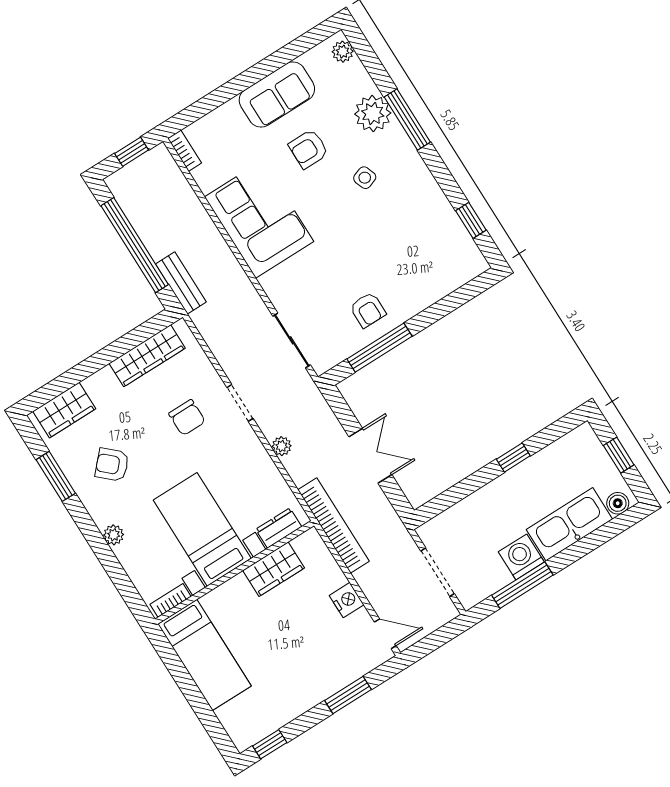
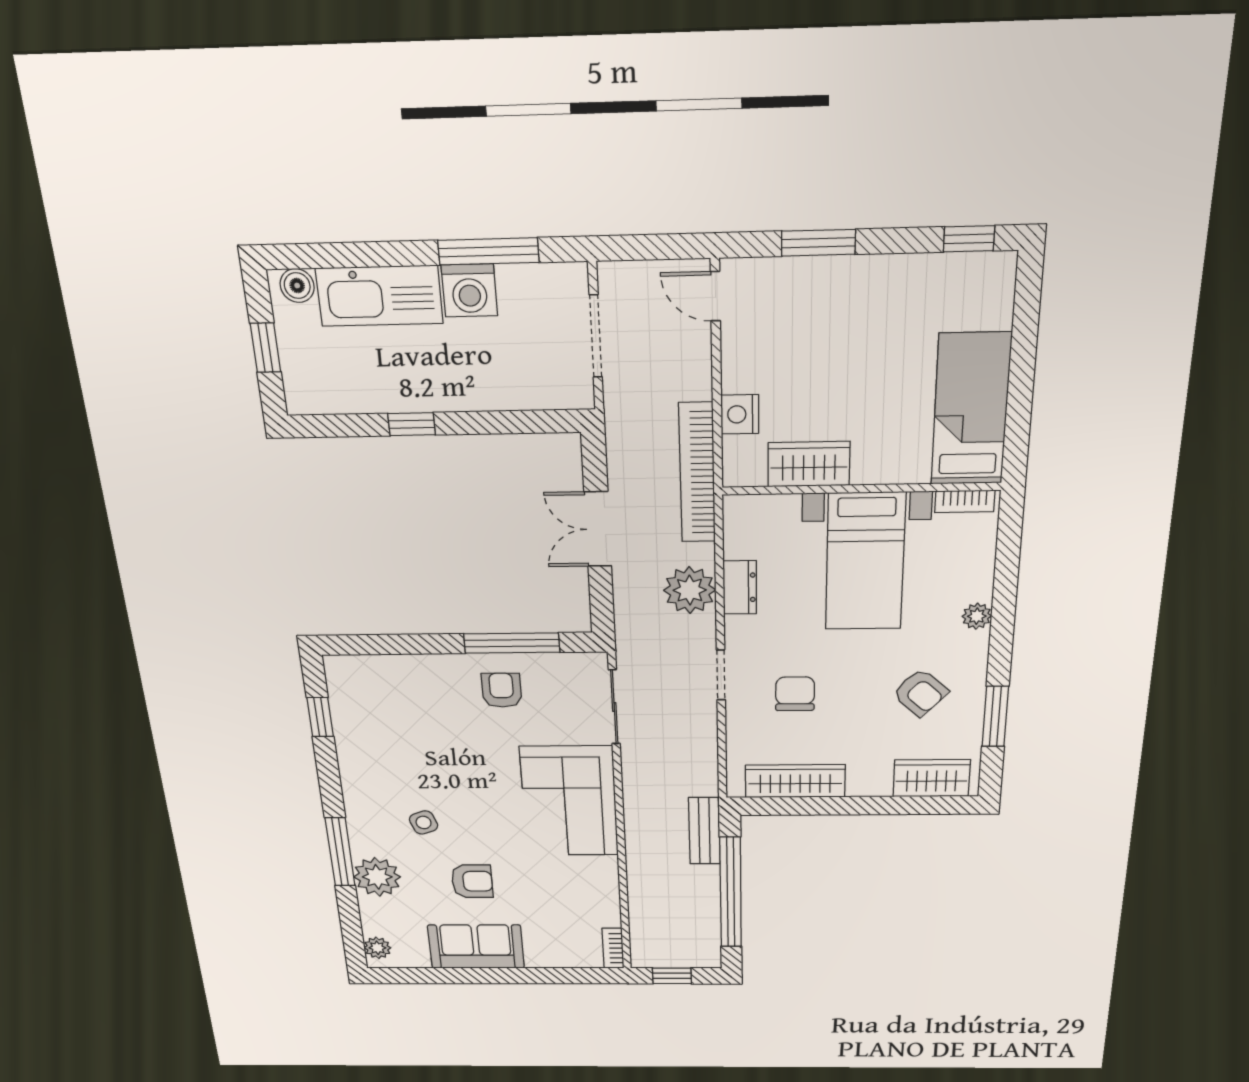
corner sofa: (259, 219) -> (569, 801), moved
plant: (282, 446) -> (690, 590), width x1.88, depth x1.88
dresser: (279, 528) -> (740, 587), moved, turned -90
nightstand: (347, 600) -> (740, 414), moved

